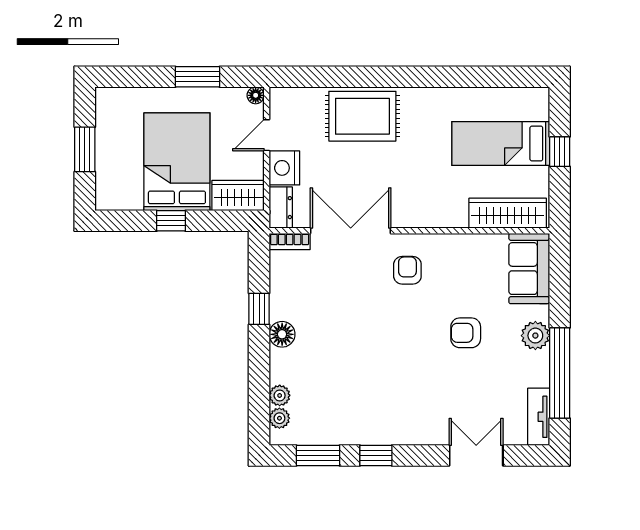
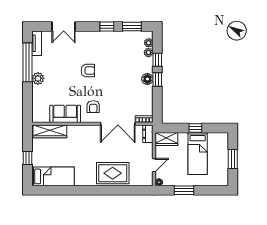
bed: (501, 143) -> (53, 176), moved
bed: (177, 162) -> (198, 154), width x0.67
nightstand: (284, 168) -> (146, 151), removed
sofa: (529, 269) -> (65, 114), moved, turned -90
window: (259, 309) -> (157, 80), moved
armchair: (466, 333) -> (88, 71), moved
window: (259, 379) -> (157, 60), added

